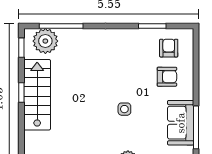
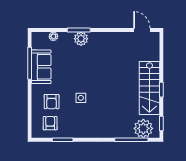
armchair: (169, 48) -> (50, 123), turned 180
armchair: (167, 77) -> (52, 102), turned -90
side table: (124, 109) -> (81, 98), moved

